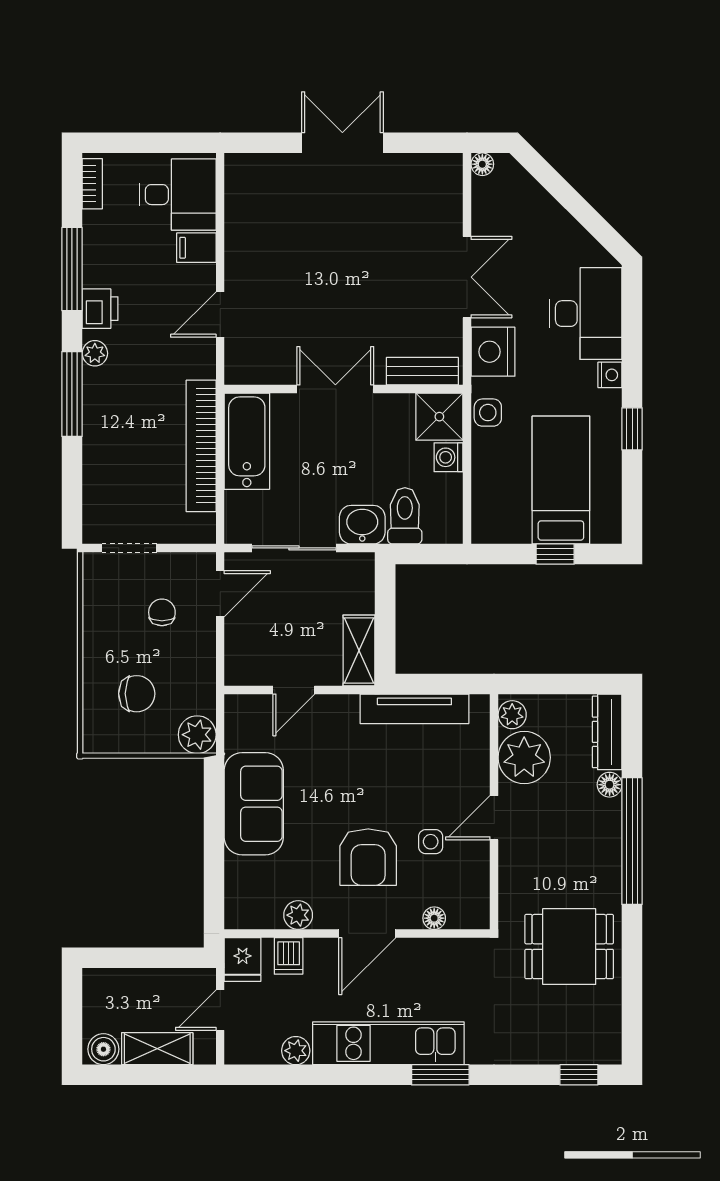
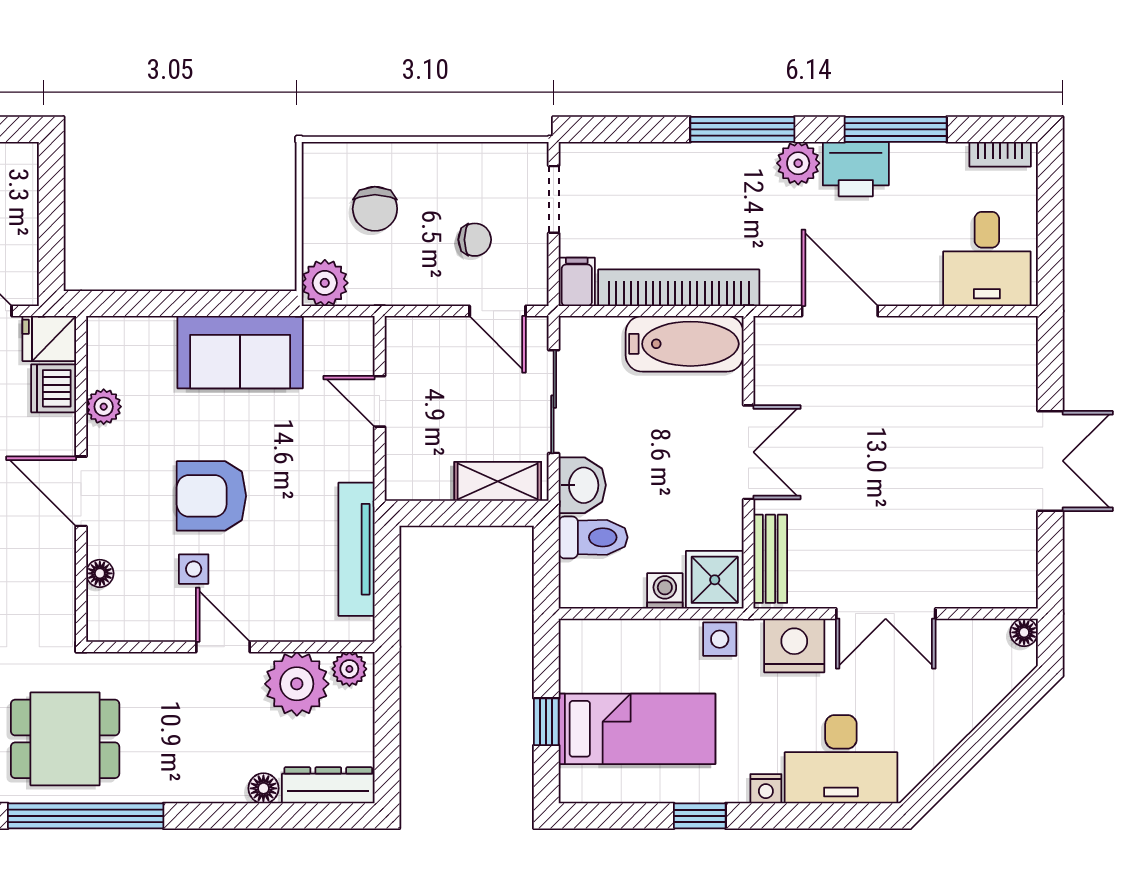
filing cabinet: (196, 248) -> (577, 282), moved
printer: (100, 309) -> (856, 169), width x1.36, depth x1.24
door: (220, 315) -> (840, 311), width x1.38
plant: (95, 353) -> (798, 163), width x1.38, depth x1.38
shelving: (359, 650) -> (498, 481), moved
window: (632, 841) -> (86, 816), moved
armchair: (368, 857) -> (211, 496), moved
dining table: (569, 947) -> (65, 739), turned 90
dishwasher: (289, 956) -> (54, 388), width x1.38

